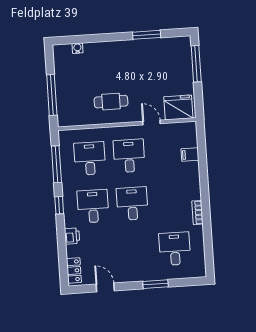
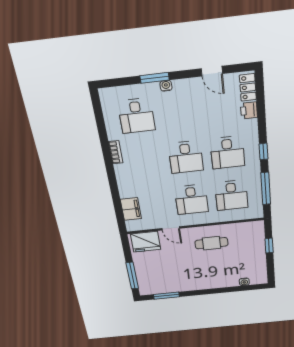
window: (147, 35) -> (166, 296), moved
window: (52, 95) -> (269, 246), width x0.46
filing cabinet: (190, 155) -> (131, 209), width x2.00
printer: (72, 236) -> (249, 110), moved
water cooler: (146, 276) -> (166, 86), added

